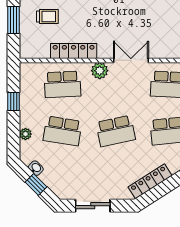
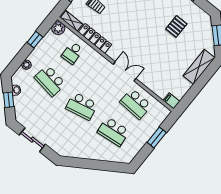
shelving: (35, 52) -> (72, 21), added
plant: (100, 71) -> (58, 28), moved
school desk: (63, 84) -> (72, 53), width x0.54
locker: (150, 181) -> (78, 153), removed

